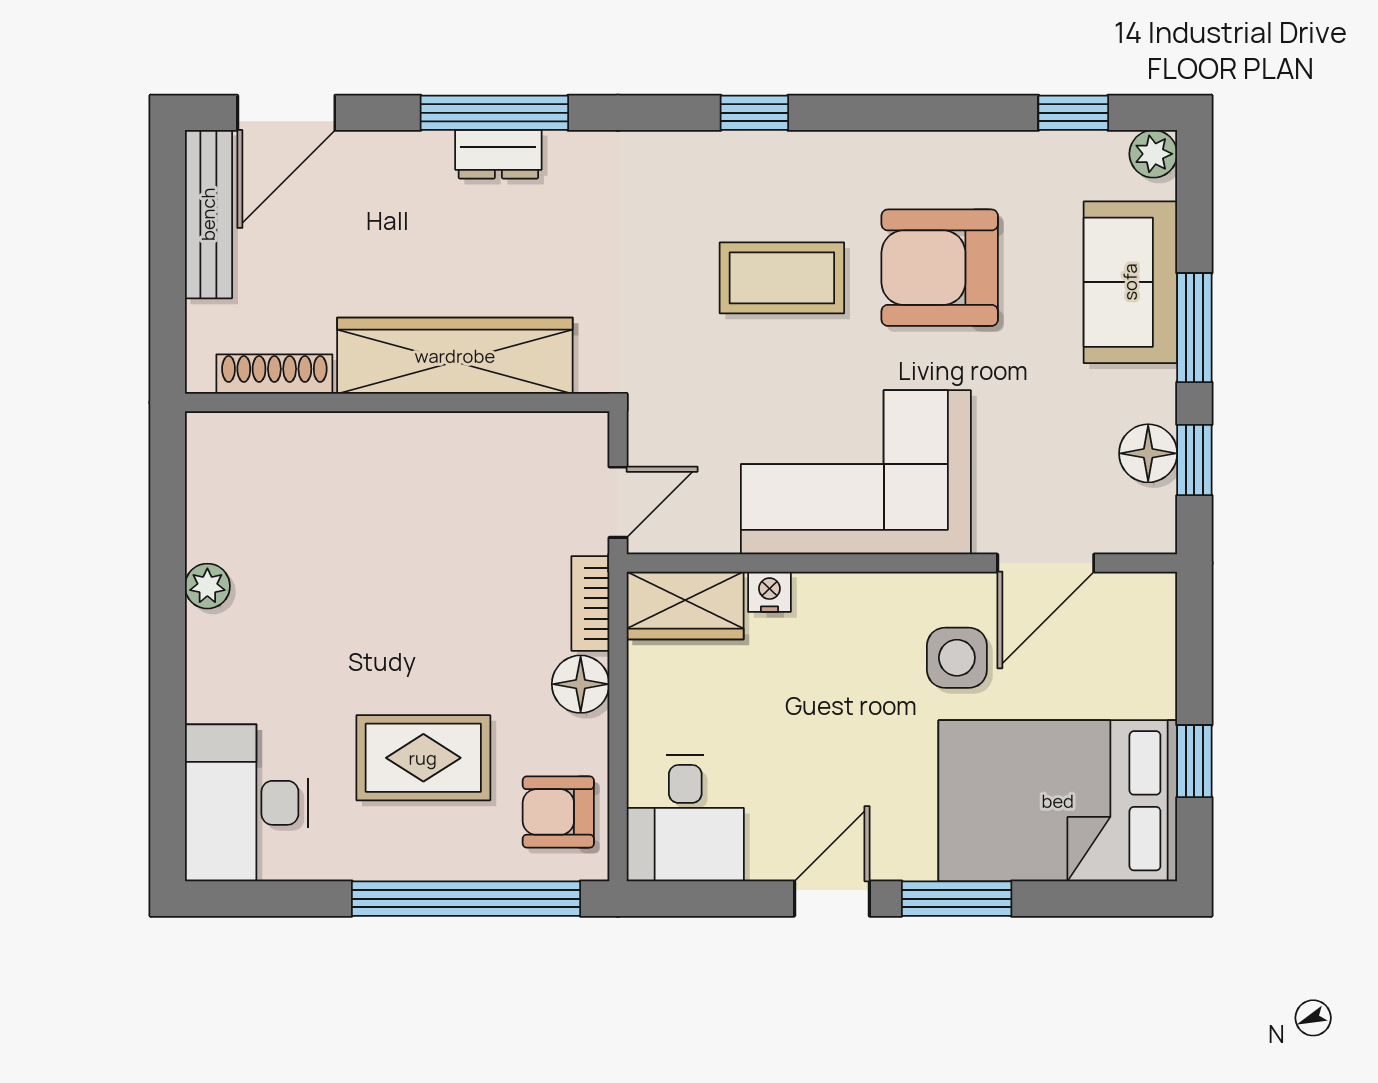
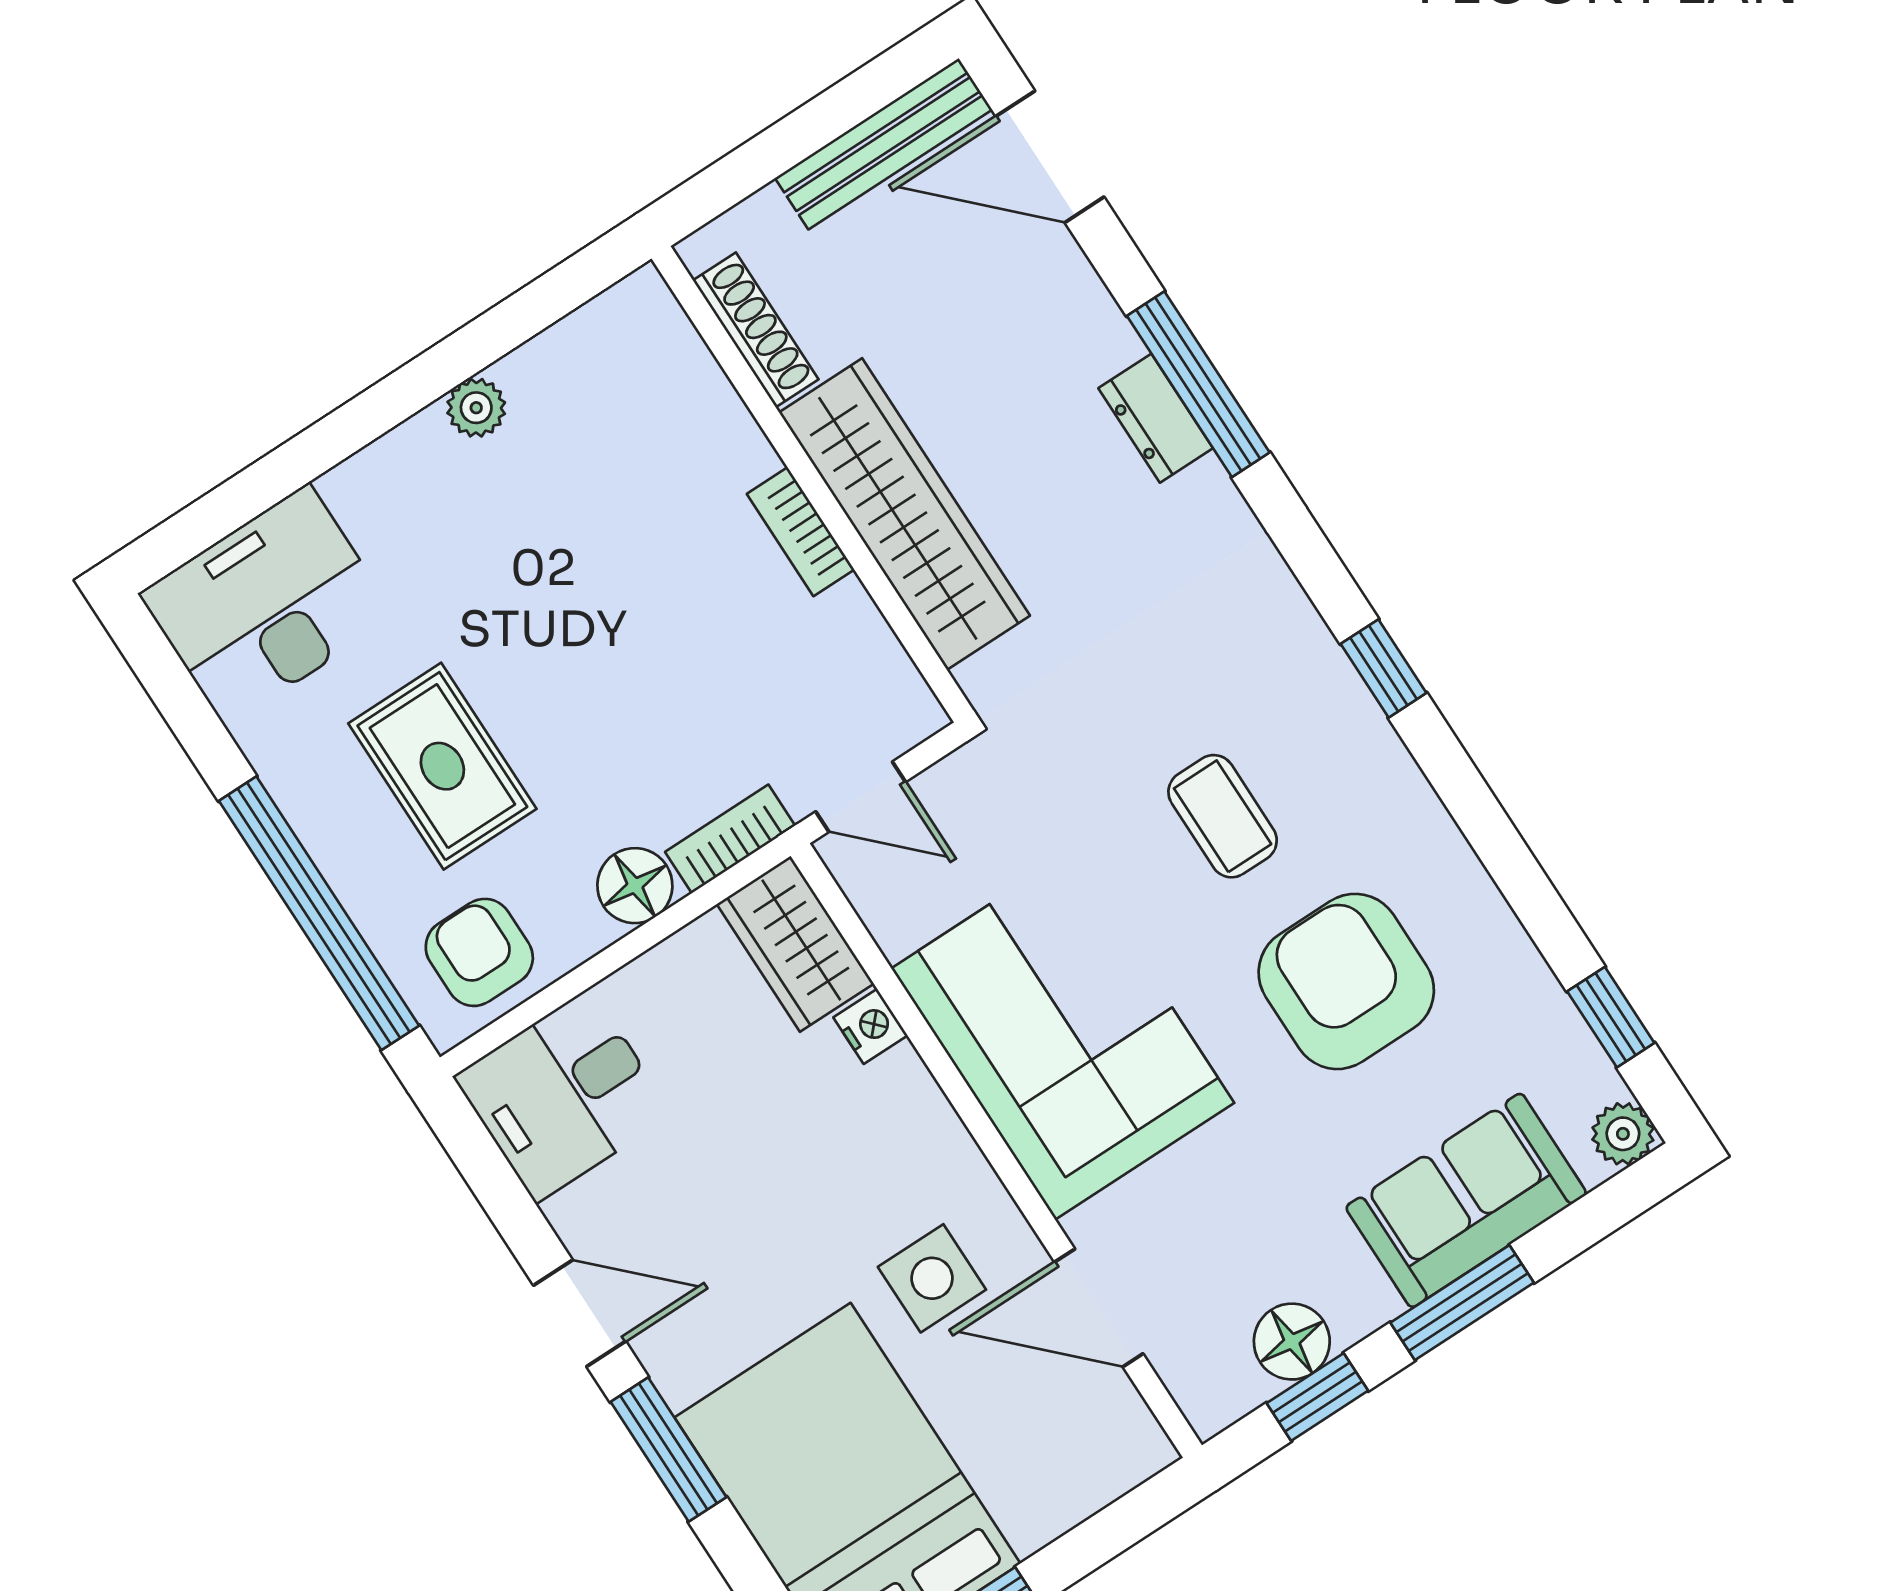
coffee table: (782, 278) -> (1223, 816), width x0.73, depth x0.77
bookcase: (423, 430) -> (801, 532), added

